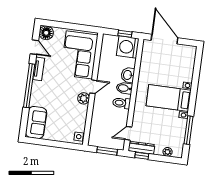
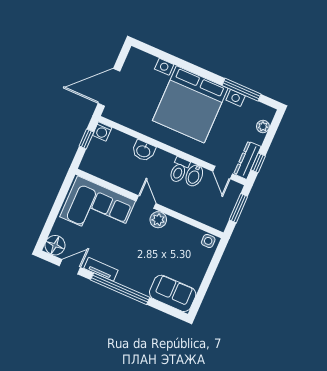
washing machine: (128, 47) -> (102, 131), width x0.53, depth x0.53
bidet: (124, 88) -> (194, 175), moved
bed with nightstands: (169, 98) -> (190, 104), width x1.85

